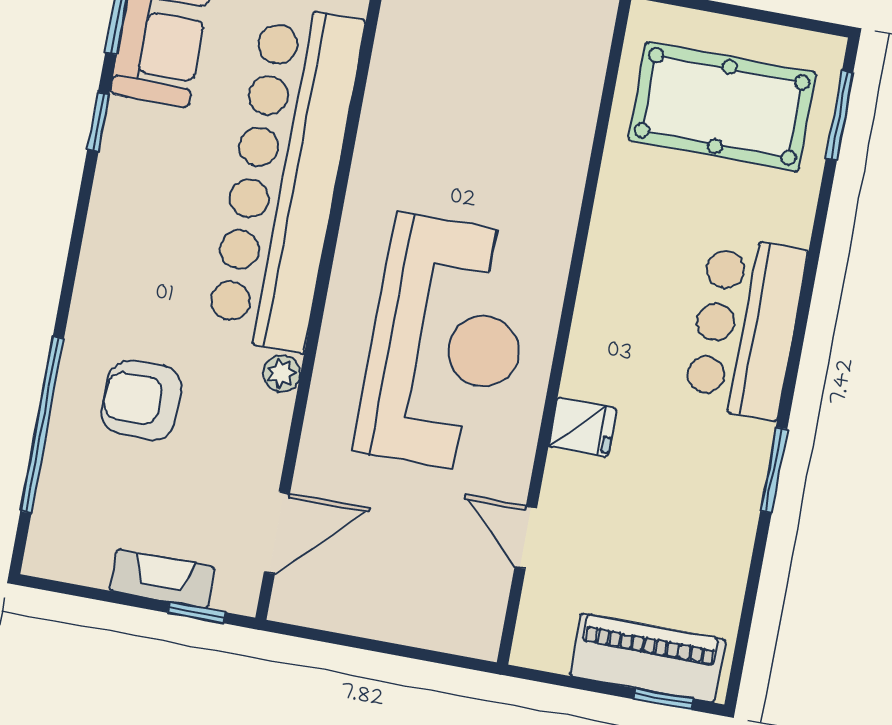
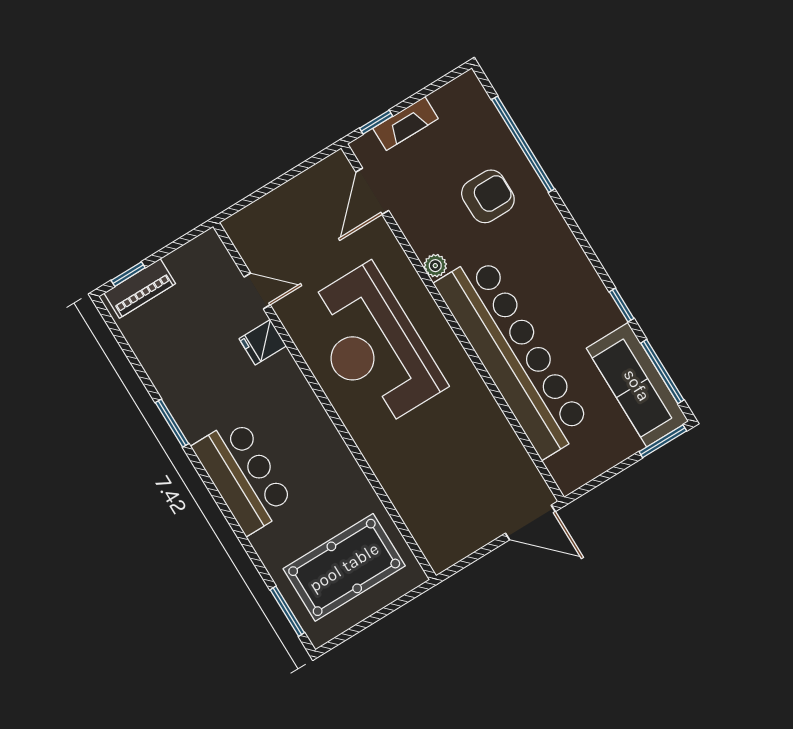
fridge: (583, 427) -> (263, 342), moved
piano: (647, 658) -> (140, 288), width x0.73, depth x0.75

